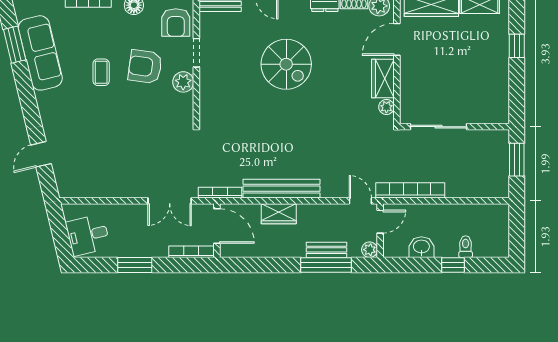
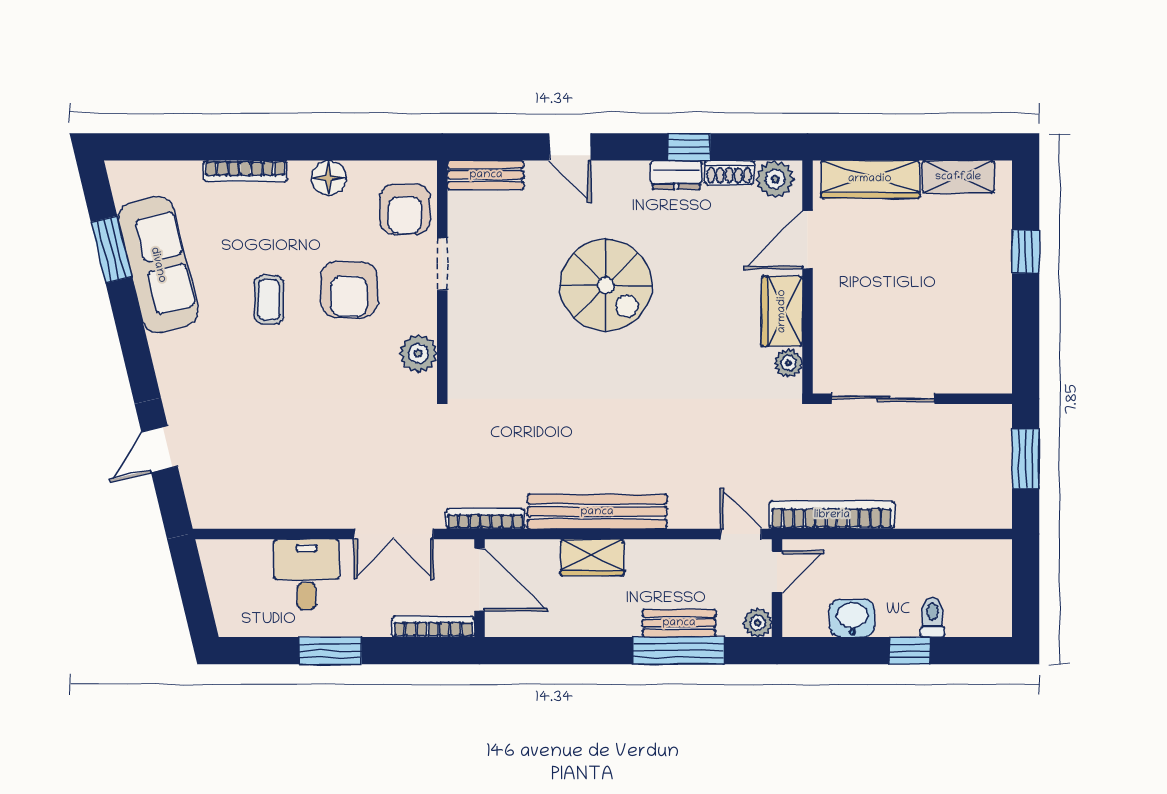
armchair: (145, 67) -> (349, 290), turned -98
plant: (183, 82) -> (418, 353), moved
desk: (88, 235) -> (307, 574), moved, turned 104

